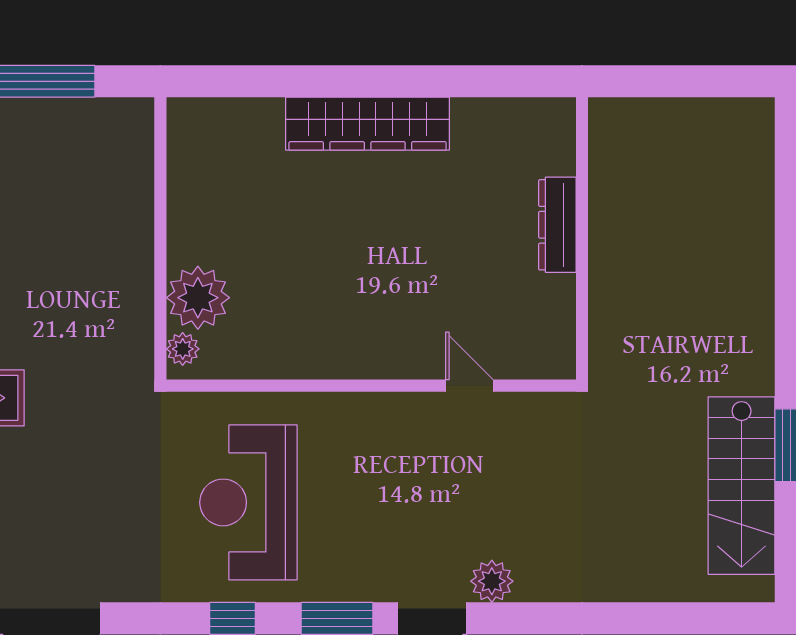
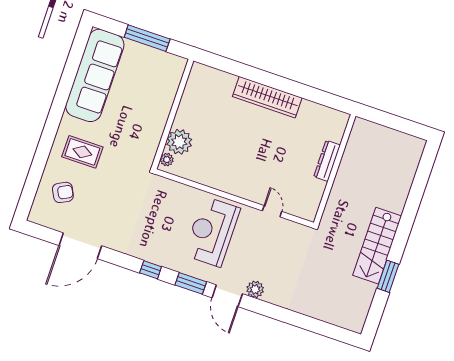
stairs: (742, 486) -> (377, 246), moved
reception desk: (248, 502) -> (212, 232), moved

